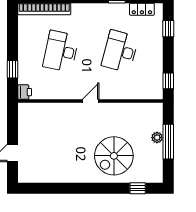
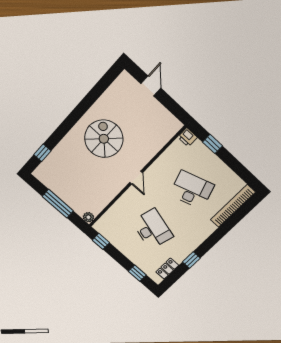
desk: (61, 51) -> (192, 190), turned -30
plant: (157, 138) -> (88, 217), moved
spiral stairs: (114, 156) -> (104, 139), moved

